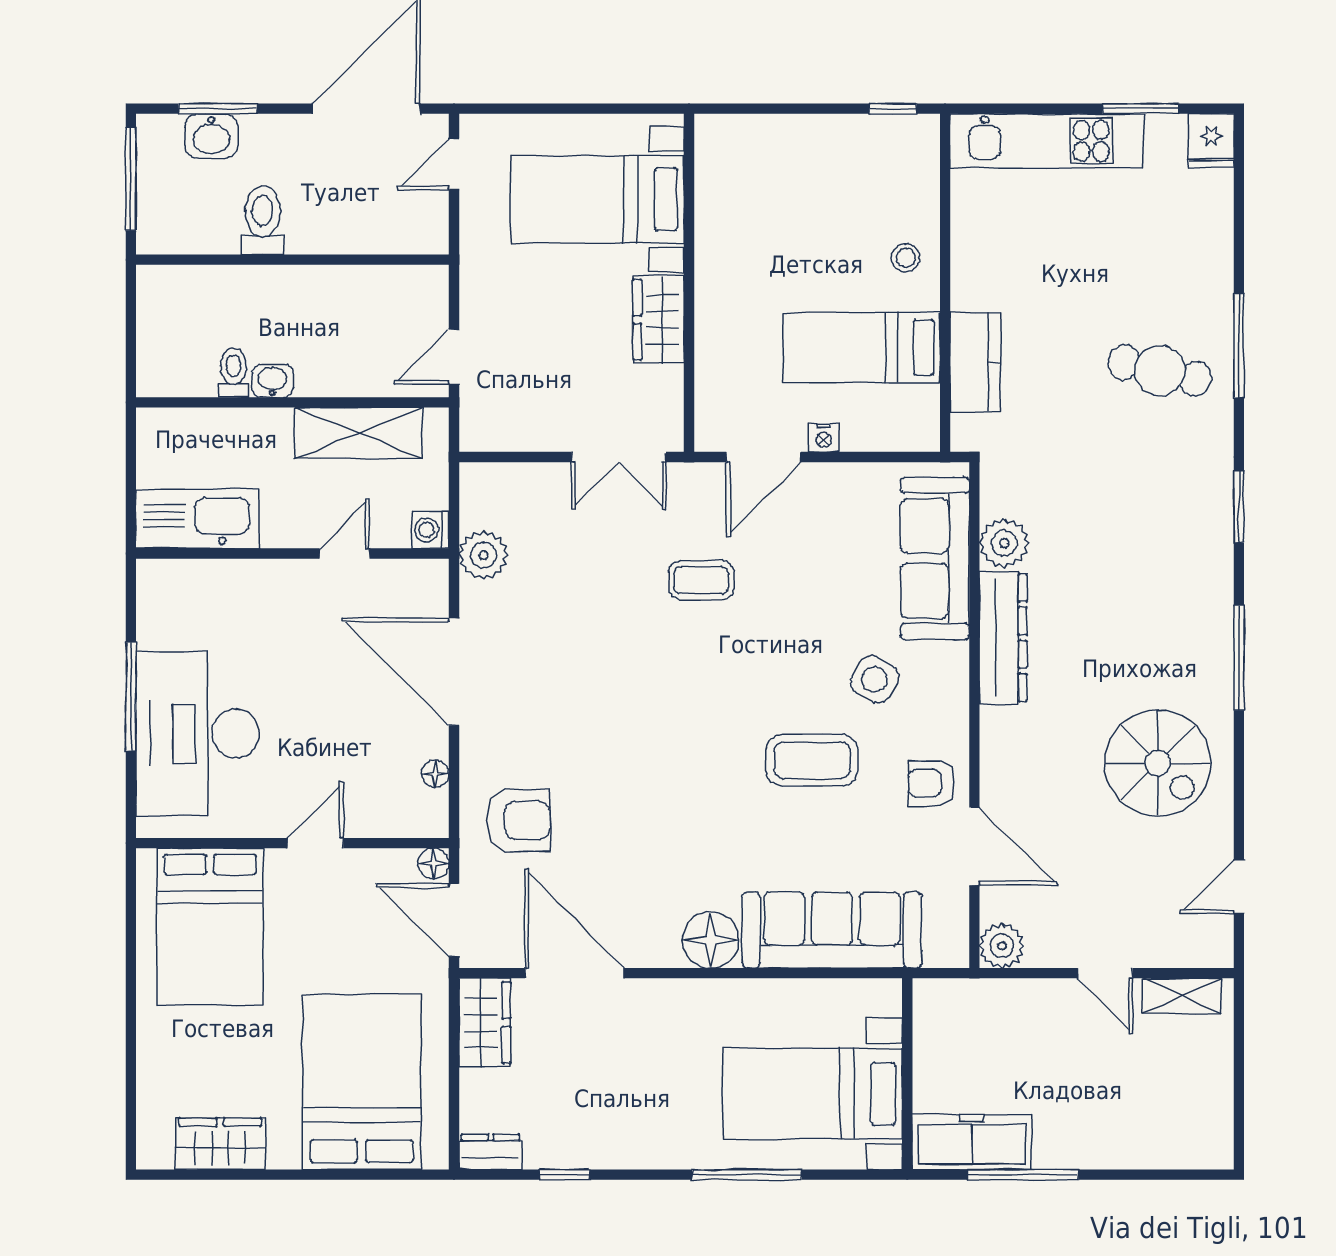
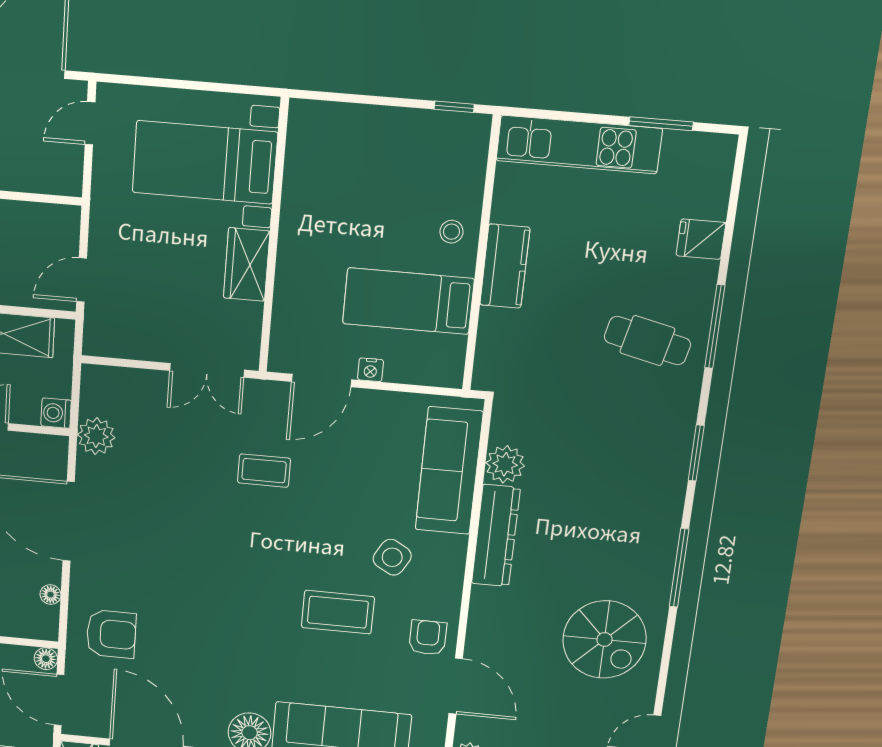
fridge: (1211, 141) -> (701, 239), moved, turned 90
kitchen counter: (975, 362) -> (505, 266), moved
armchair: (931, 783) -> (428, 638), turned 90

